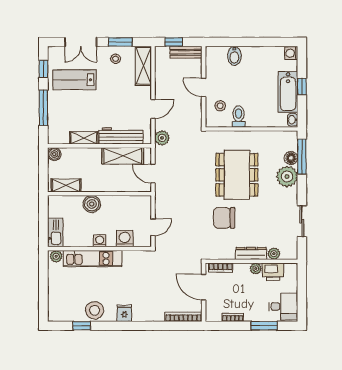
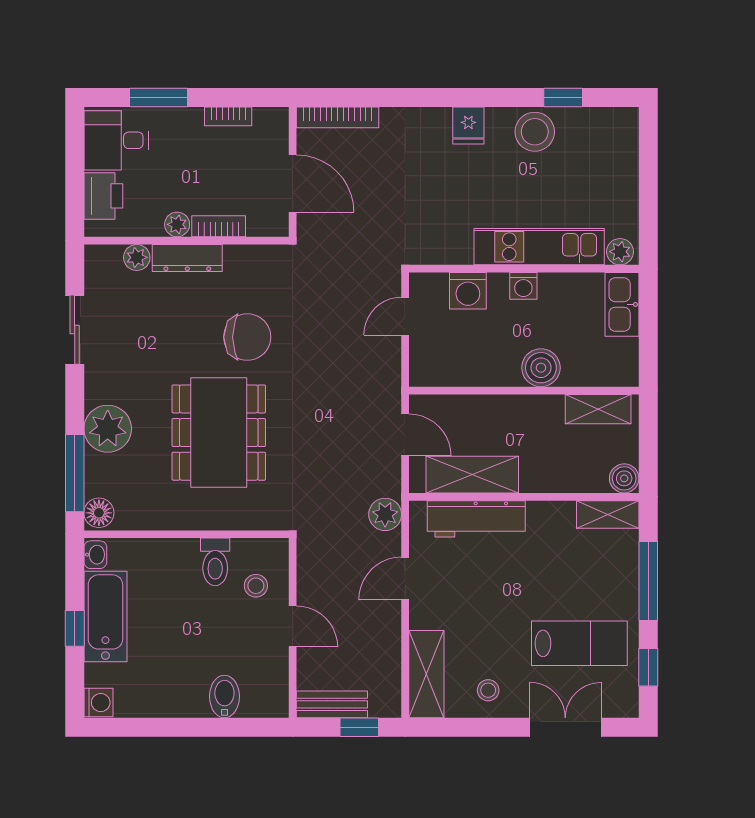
window: (120, 42) -> (478, 727), removed
shelving: (84, 138) -> (608, 515), moved
floor lamp: (291, 158) -> (99, 513), moved
bookcase: (220, 268) -> (219, 226), moved
printer: (273, 272) -> (103, 196), moved, turned 90

